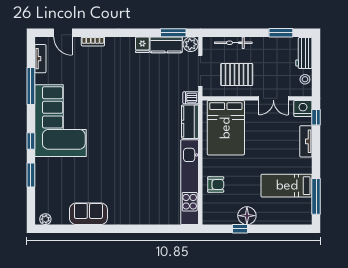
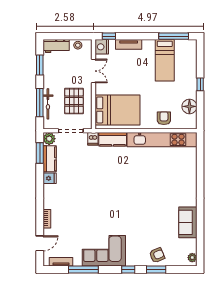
window: (235, 33) -> (40, 103), added
corner sofa: (61, 121) -> (104, 251), width x0.73, depth x0.74
armchair: (48, 176) -> (157, 255), added
floor lamp: (247, 216) -> (189, 106), moved
window: (240, 229) -> (200, 84), moved

